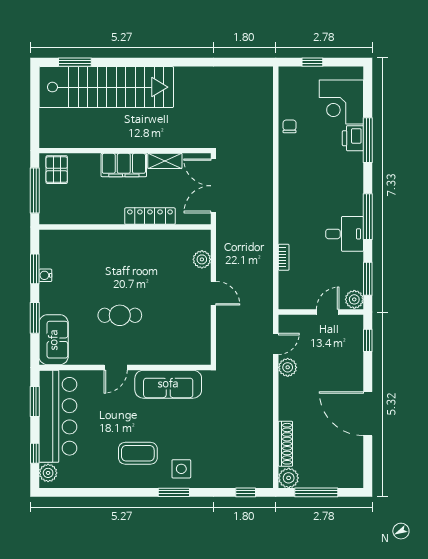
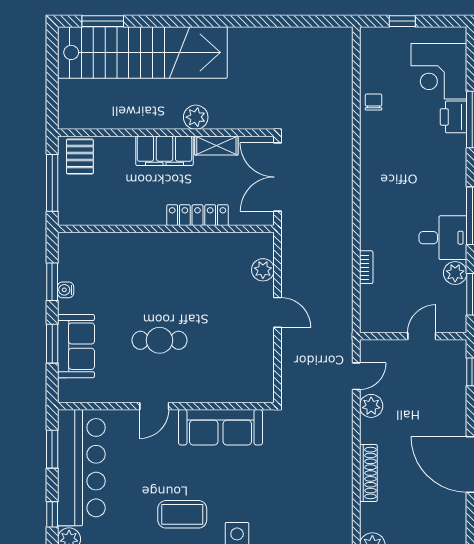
plant: (149, 138) -> (196, 117), added
plant: (354, 299) -> (455, 273), moved
sofa: (54, 340) -> (76, 346), moved
shoe rack: (285, 444) -> (368, 473), moved

